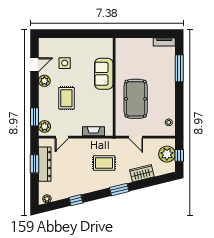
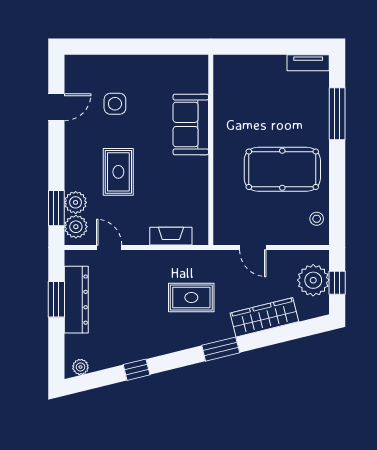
plant: (44, 81) -> (76, 202), moved
pool table: (136, 99) -> (282, 169), moved, turned 90
door: (62, 137) -> (109, 247), swing flipped
wardrobe: (142, 173) -> (264, 317), width x1.50

